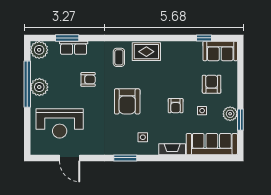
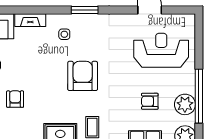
armchair: (88, 79) -> (150, 101), moved
plant: (39, 87) -> (185, 104), moved
armchair: (176, 106) -> (15, 99), moved

